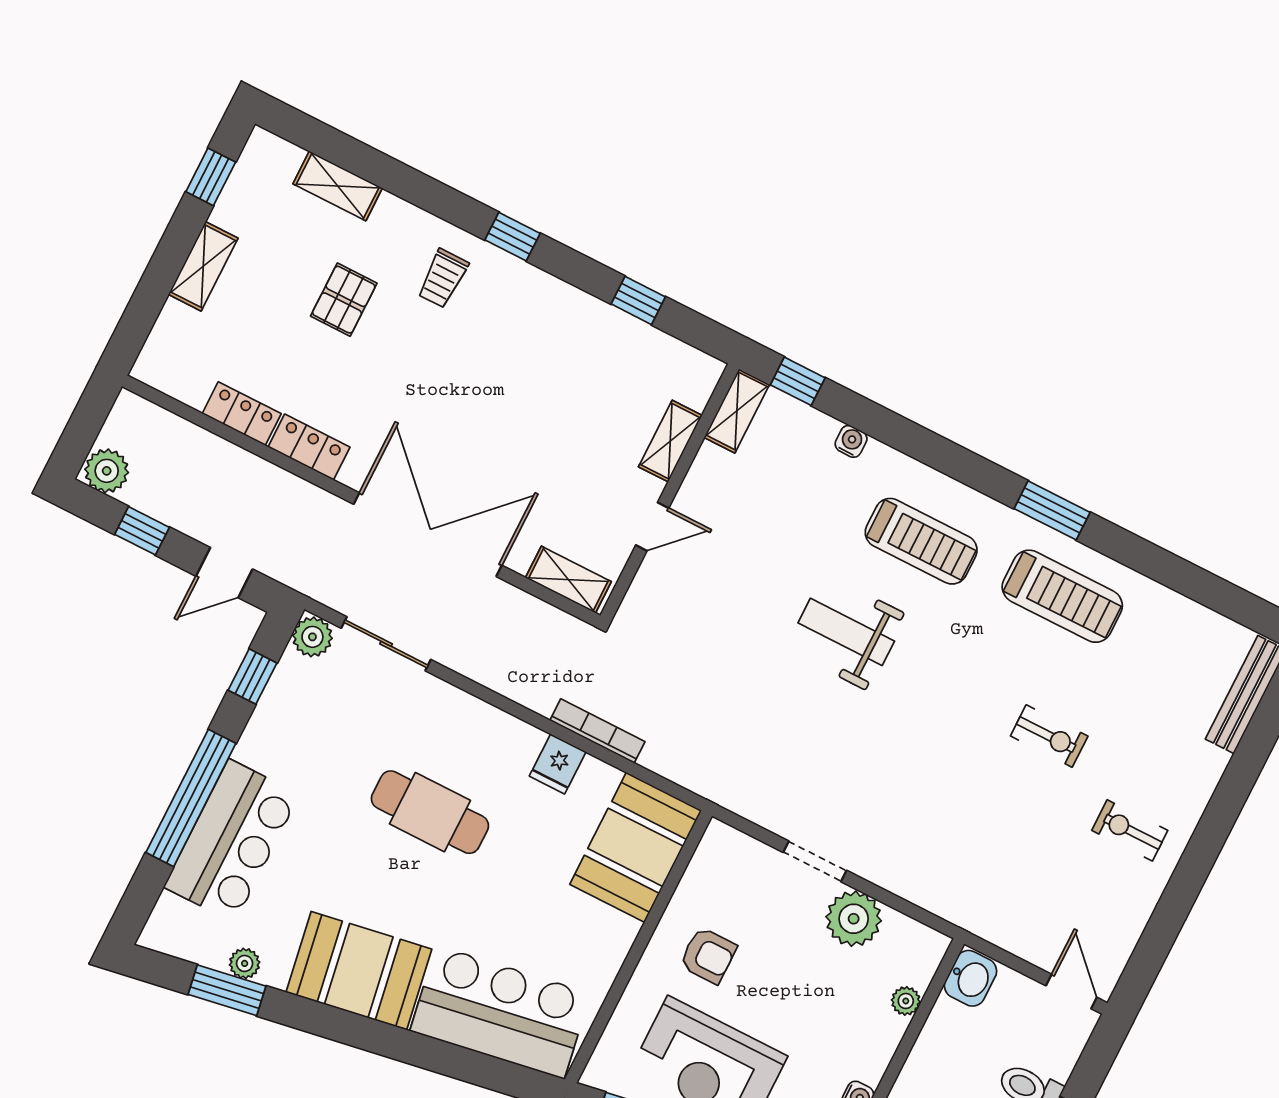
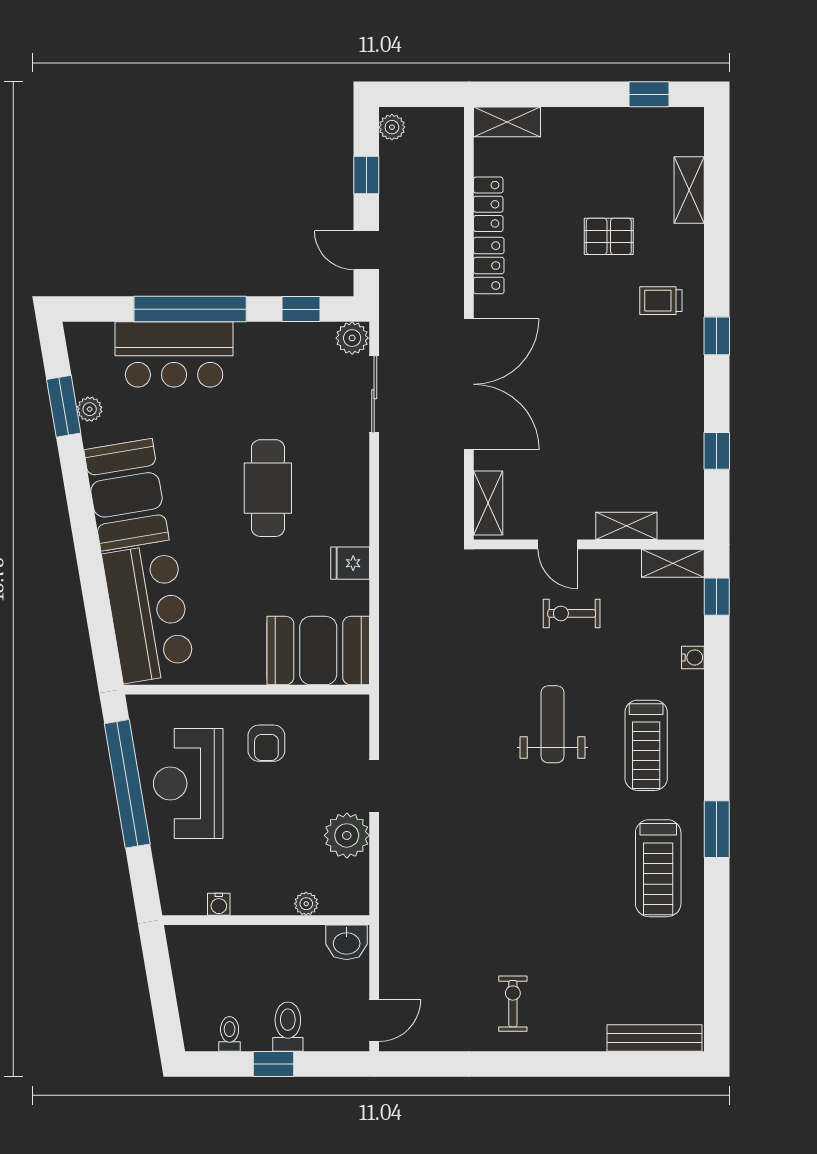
shelving: (203, 266) -> (507, 122), moved
plant: (107, 471) -> (392, 127), width x0.73, depth x0.73
bookcase: (597, 731) -> (389, 580), removed
exercise bike: (1049, 736) -> (572, 613), moved, turned 90

